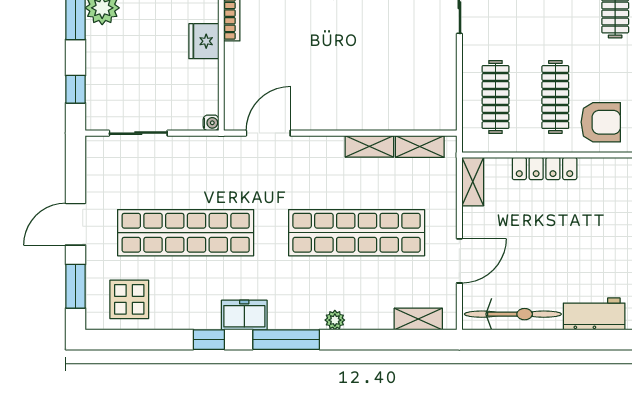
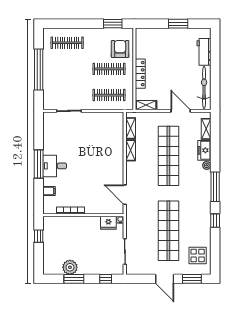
fridge: (204, 41) -> (108, 223), moved
freezer: (244, 315) -> (204, 150), moved

